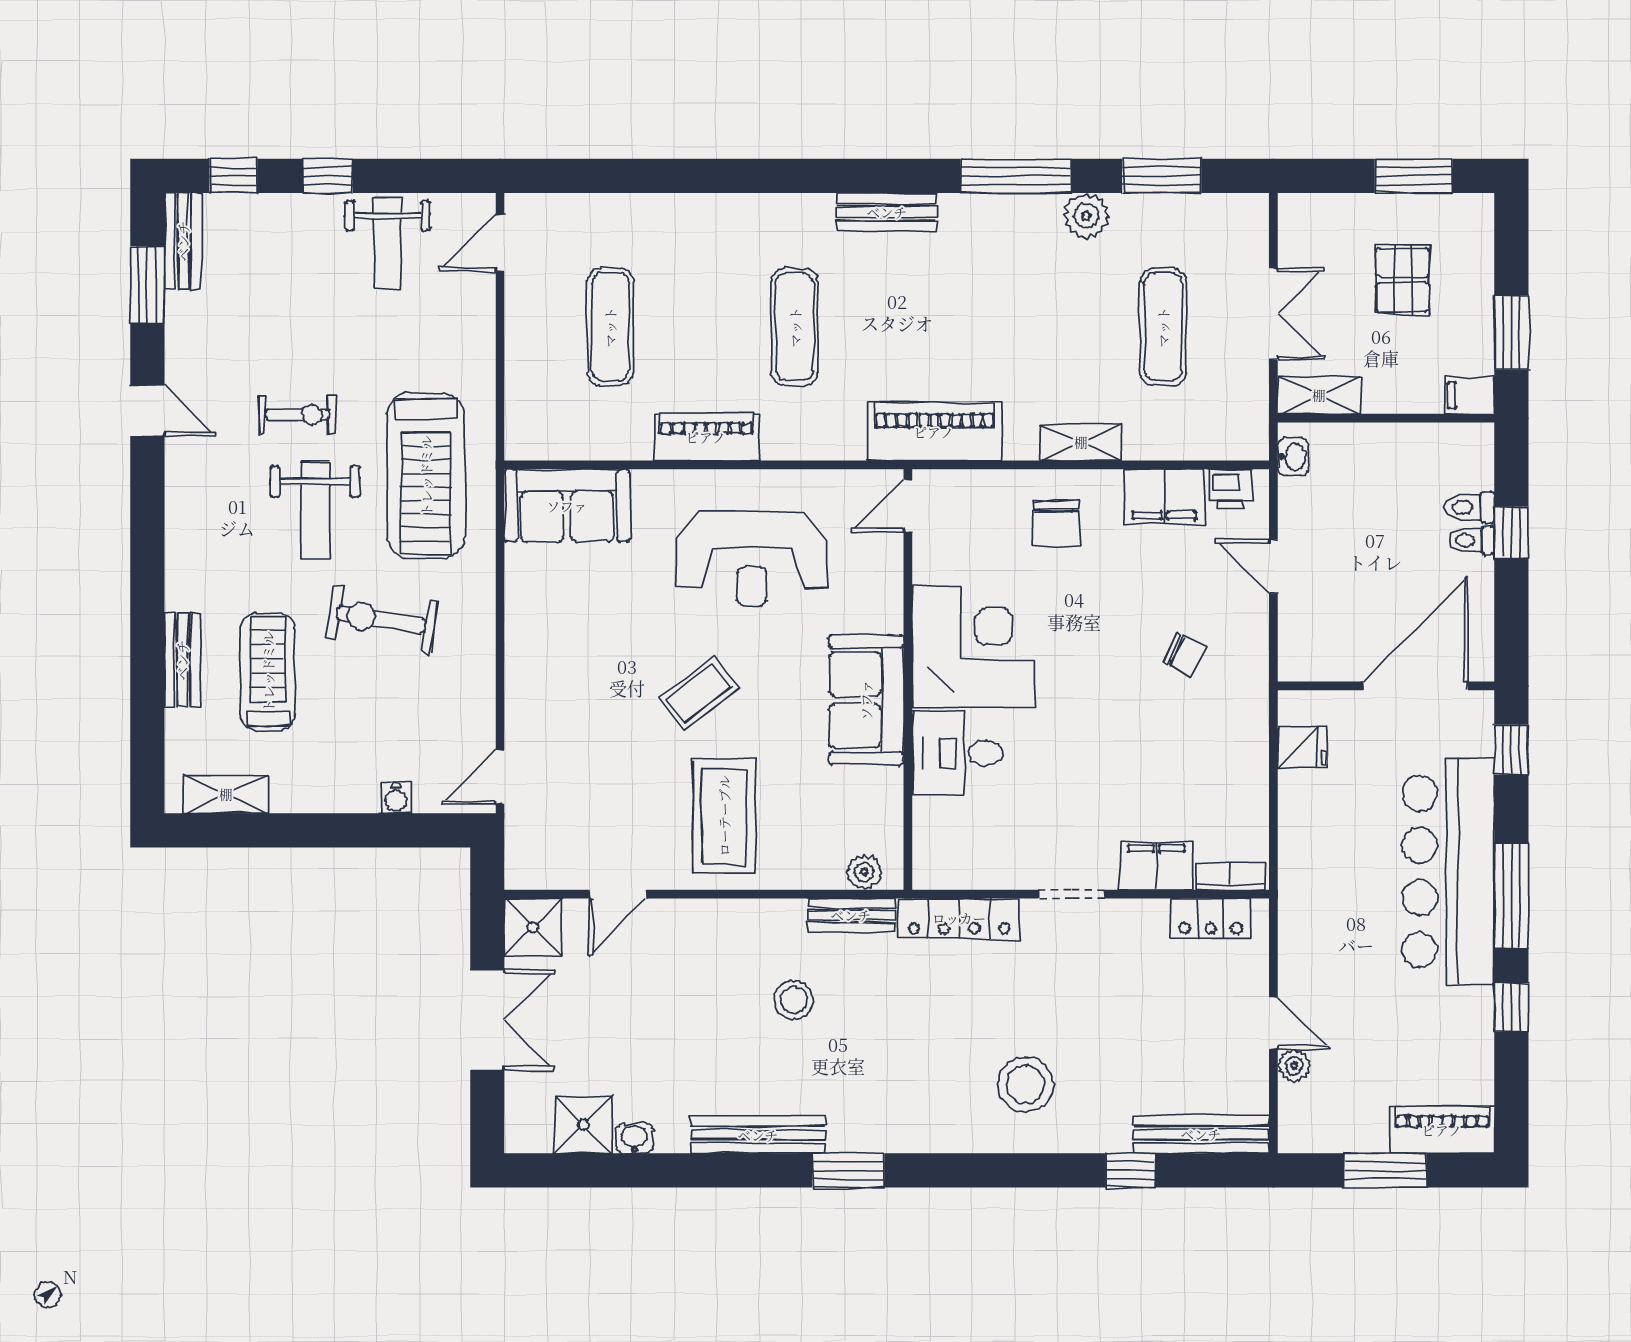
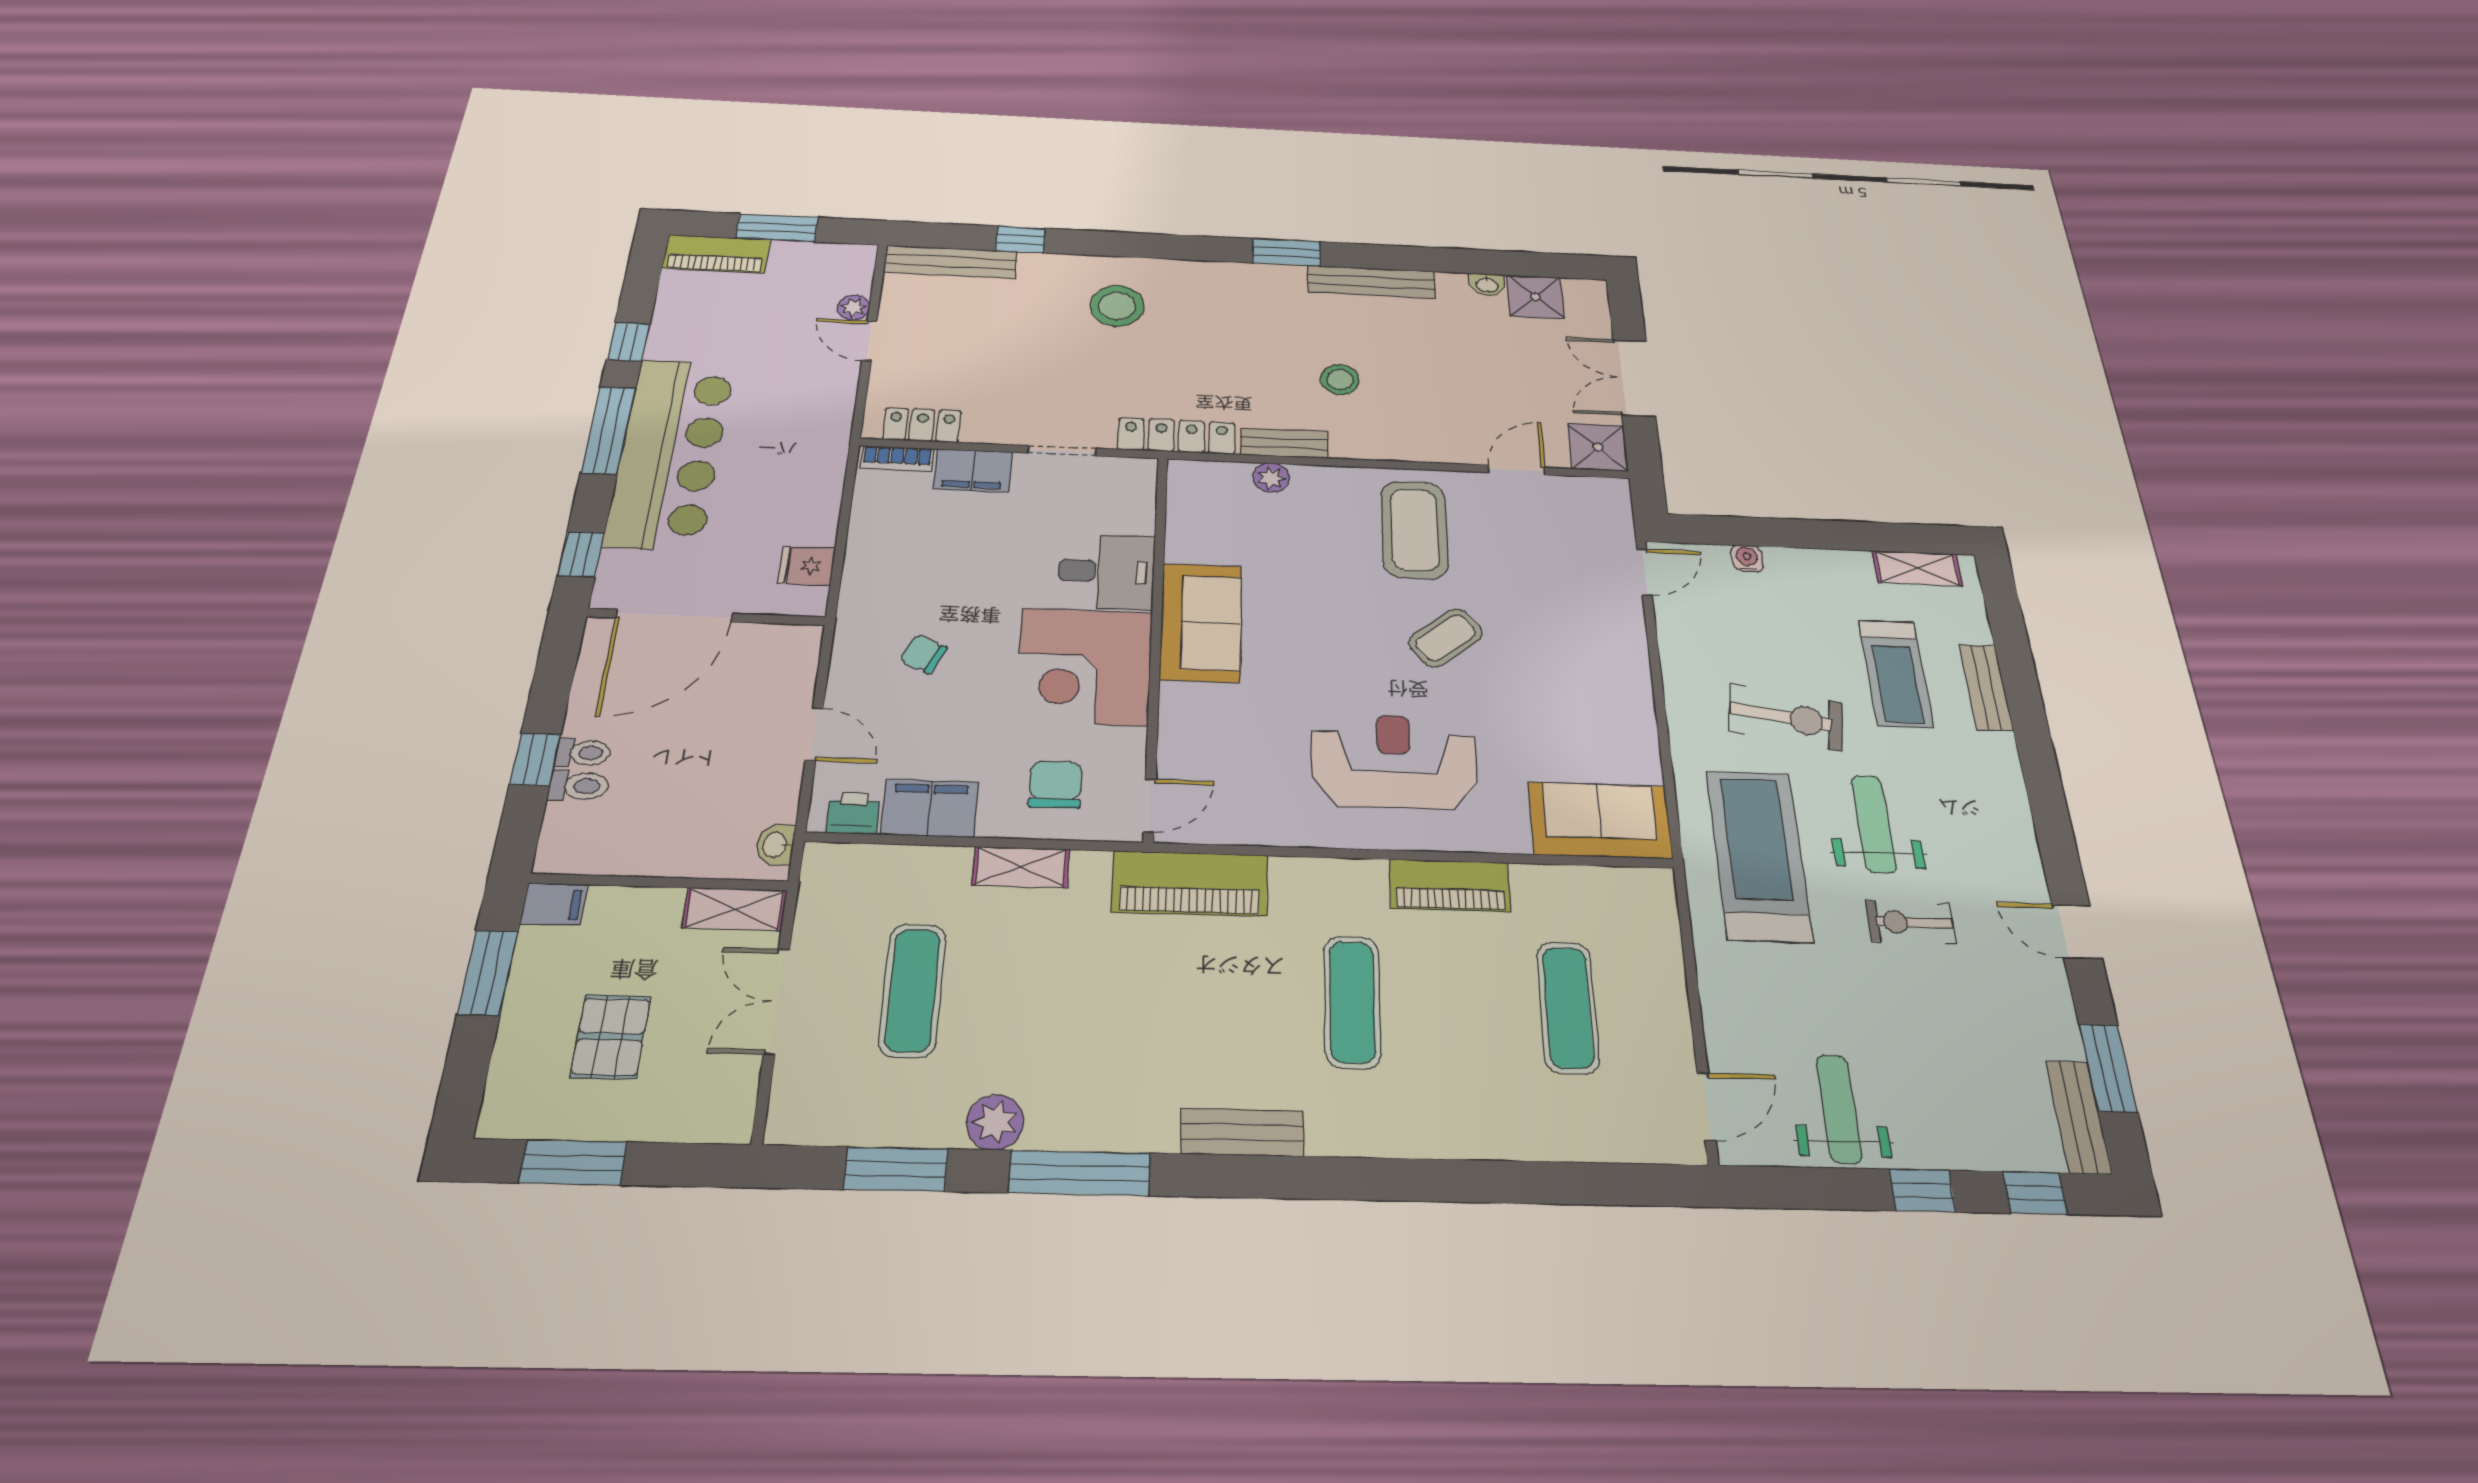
door: (908, 506) -> (1150, 806), moved
corner desk: (973, 647) -> (1084, 667), moved
wall: (908, 680) -> (1156, 639), moved
sofa: (866, 700) -> (1201, 622), moved
desk: (957, 753) -> (1106, 572), moved

